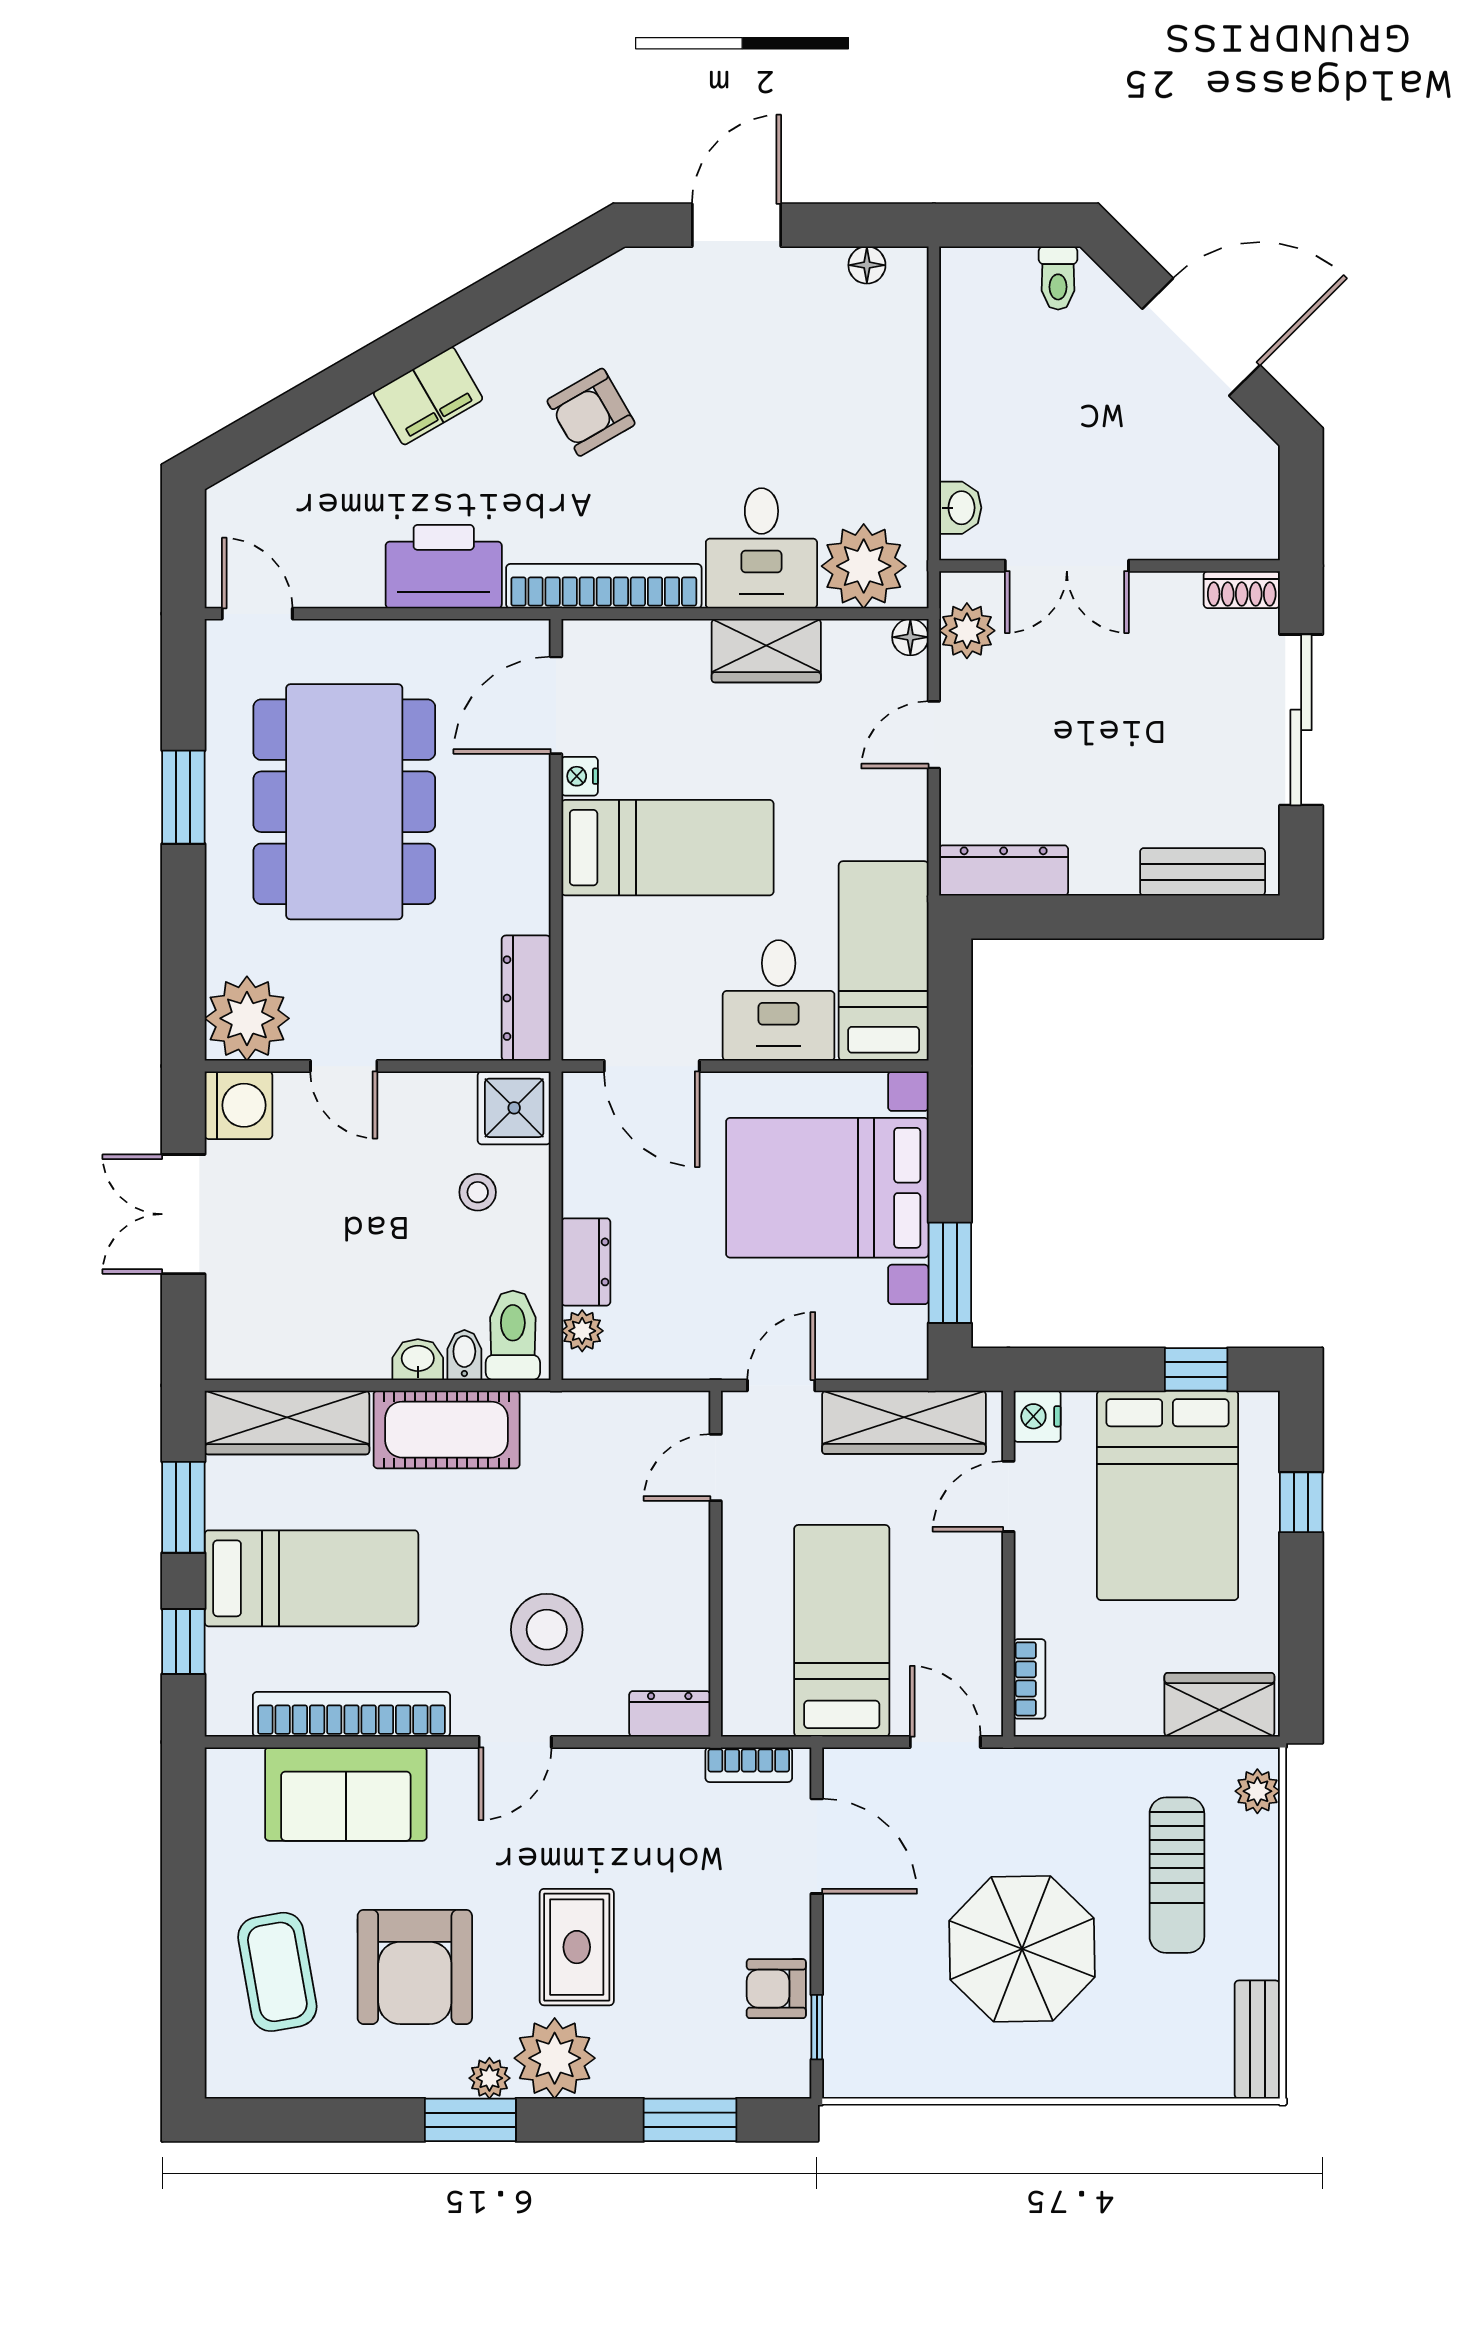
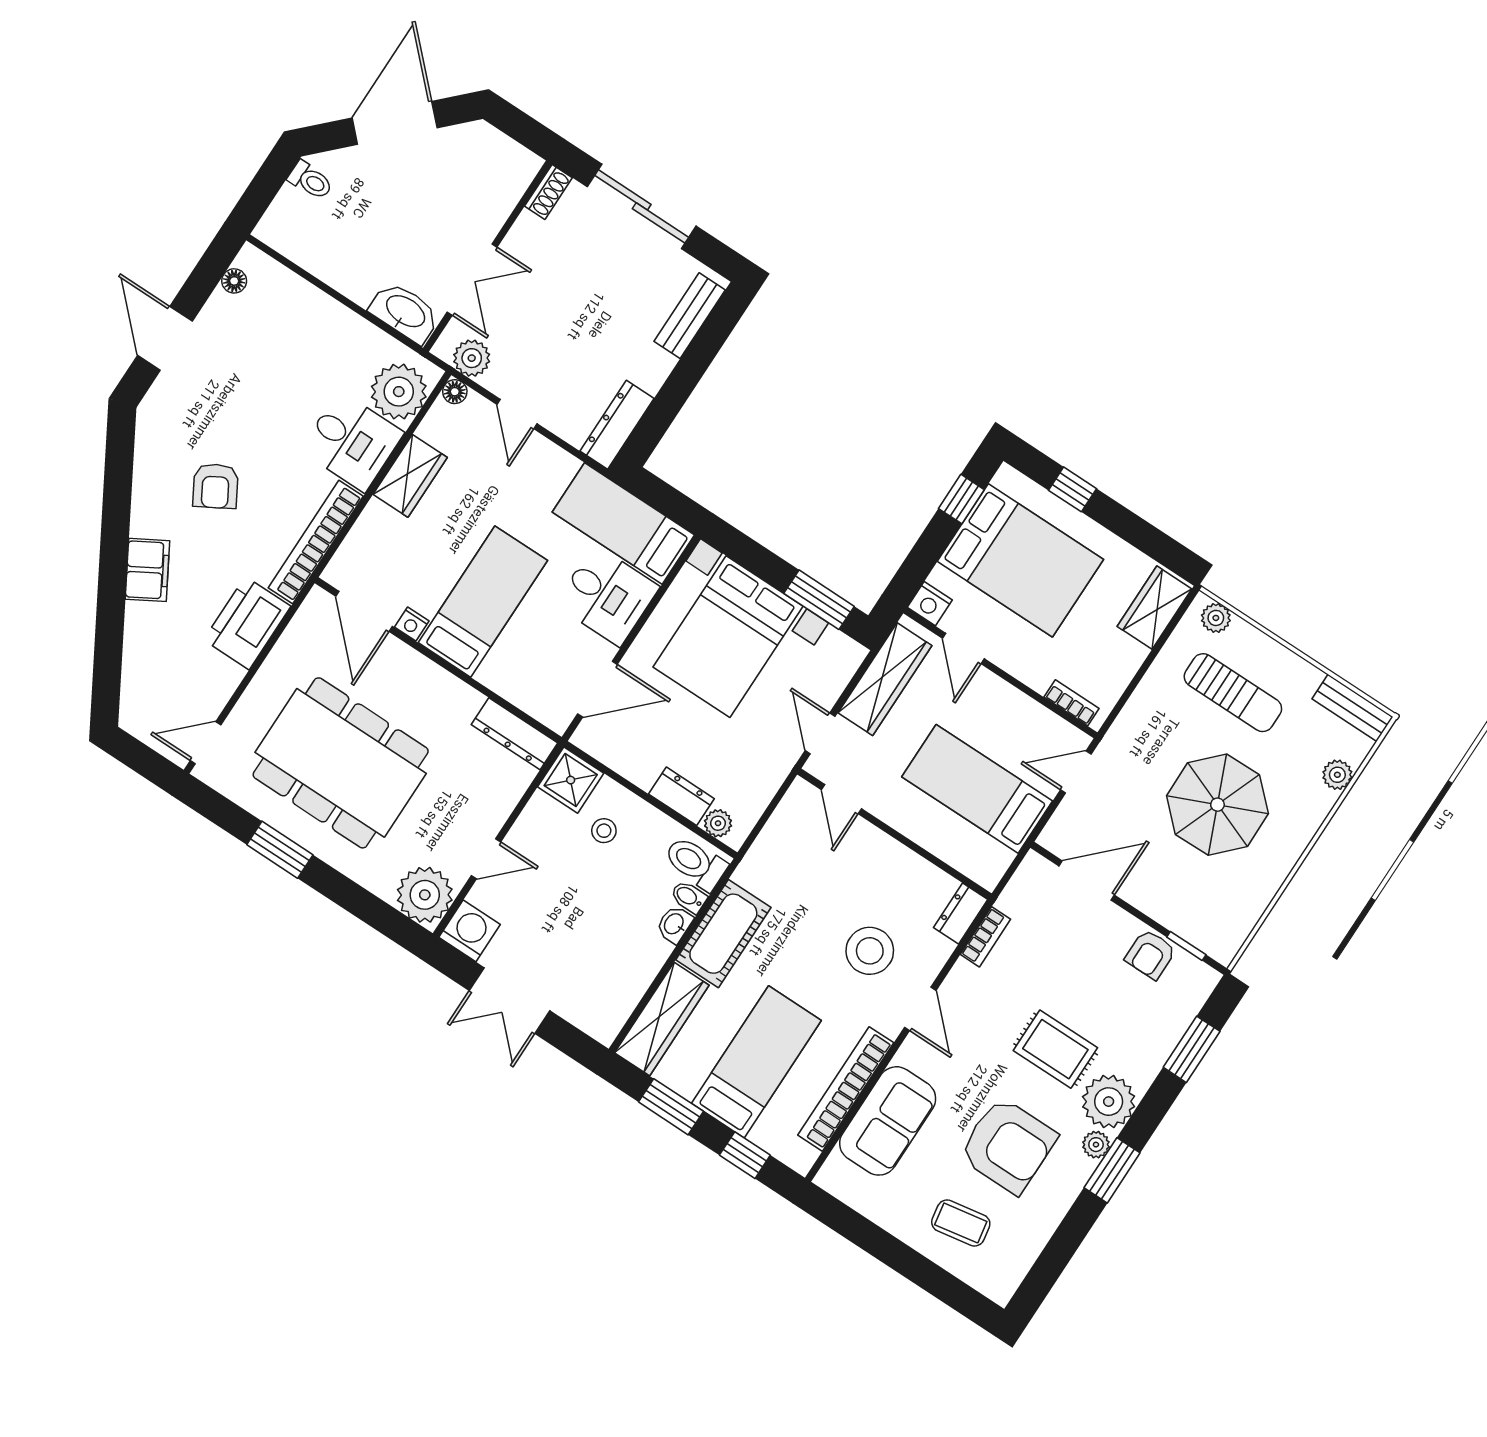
washbasin: (960, 508) -> (405, 312), width x1.91, depth x1.45
bookcase: (749, 1765) -> (985, 937), moved
coffee table: (277, 1972) -> (961, 1223), width x0.73, depth x0.77
plant: (1160, 2076) -> (1337, 775), added

